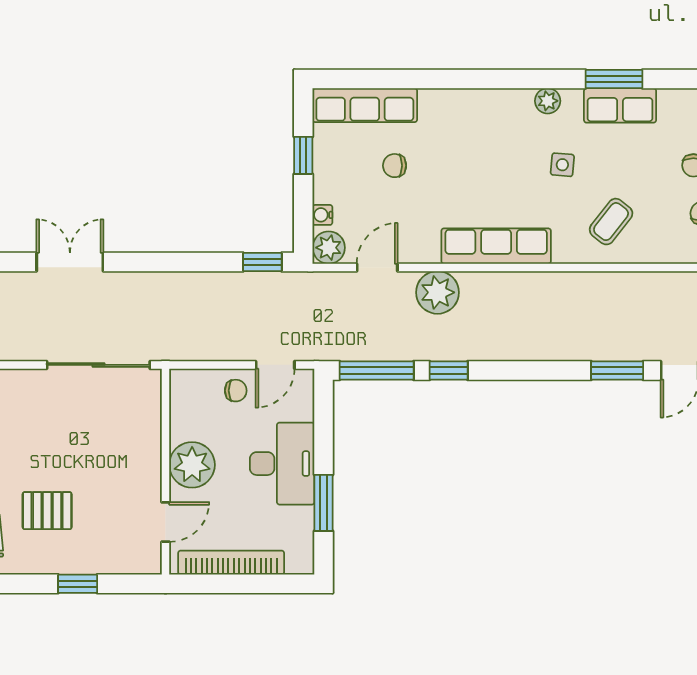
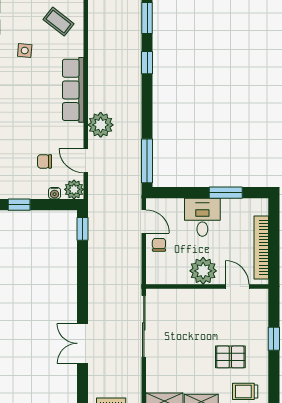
chair: (395, 166) -> (45, 161), moved, turned 90
window: (449, 370) -> (147, 63), moved
desk: (282, 464) -> (202, 217), width x0.73
pallet: (47, 511) -> (230, 357), turned 90

